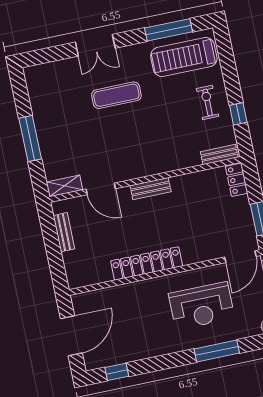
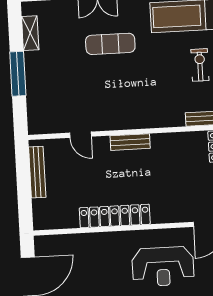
shelving: (64, 186) -> (30, 33), moved, turned 90
door: (101, 189) -> (80, 135), width x0.73
bench: (64, 232) -> (37, 172), width x1.36

